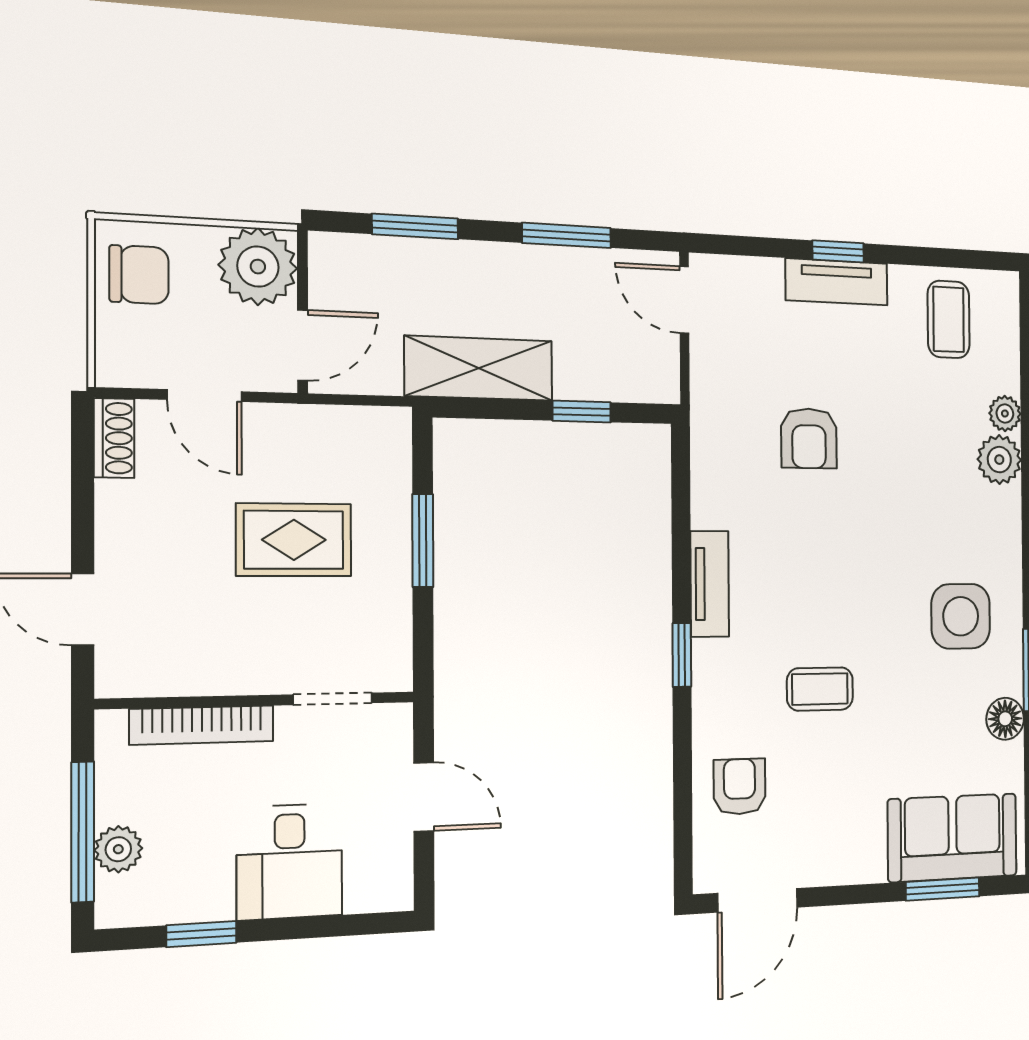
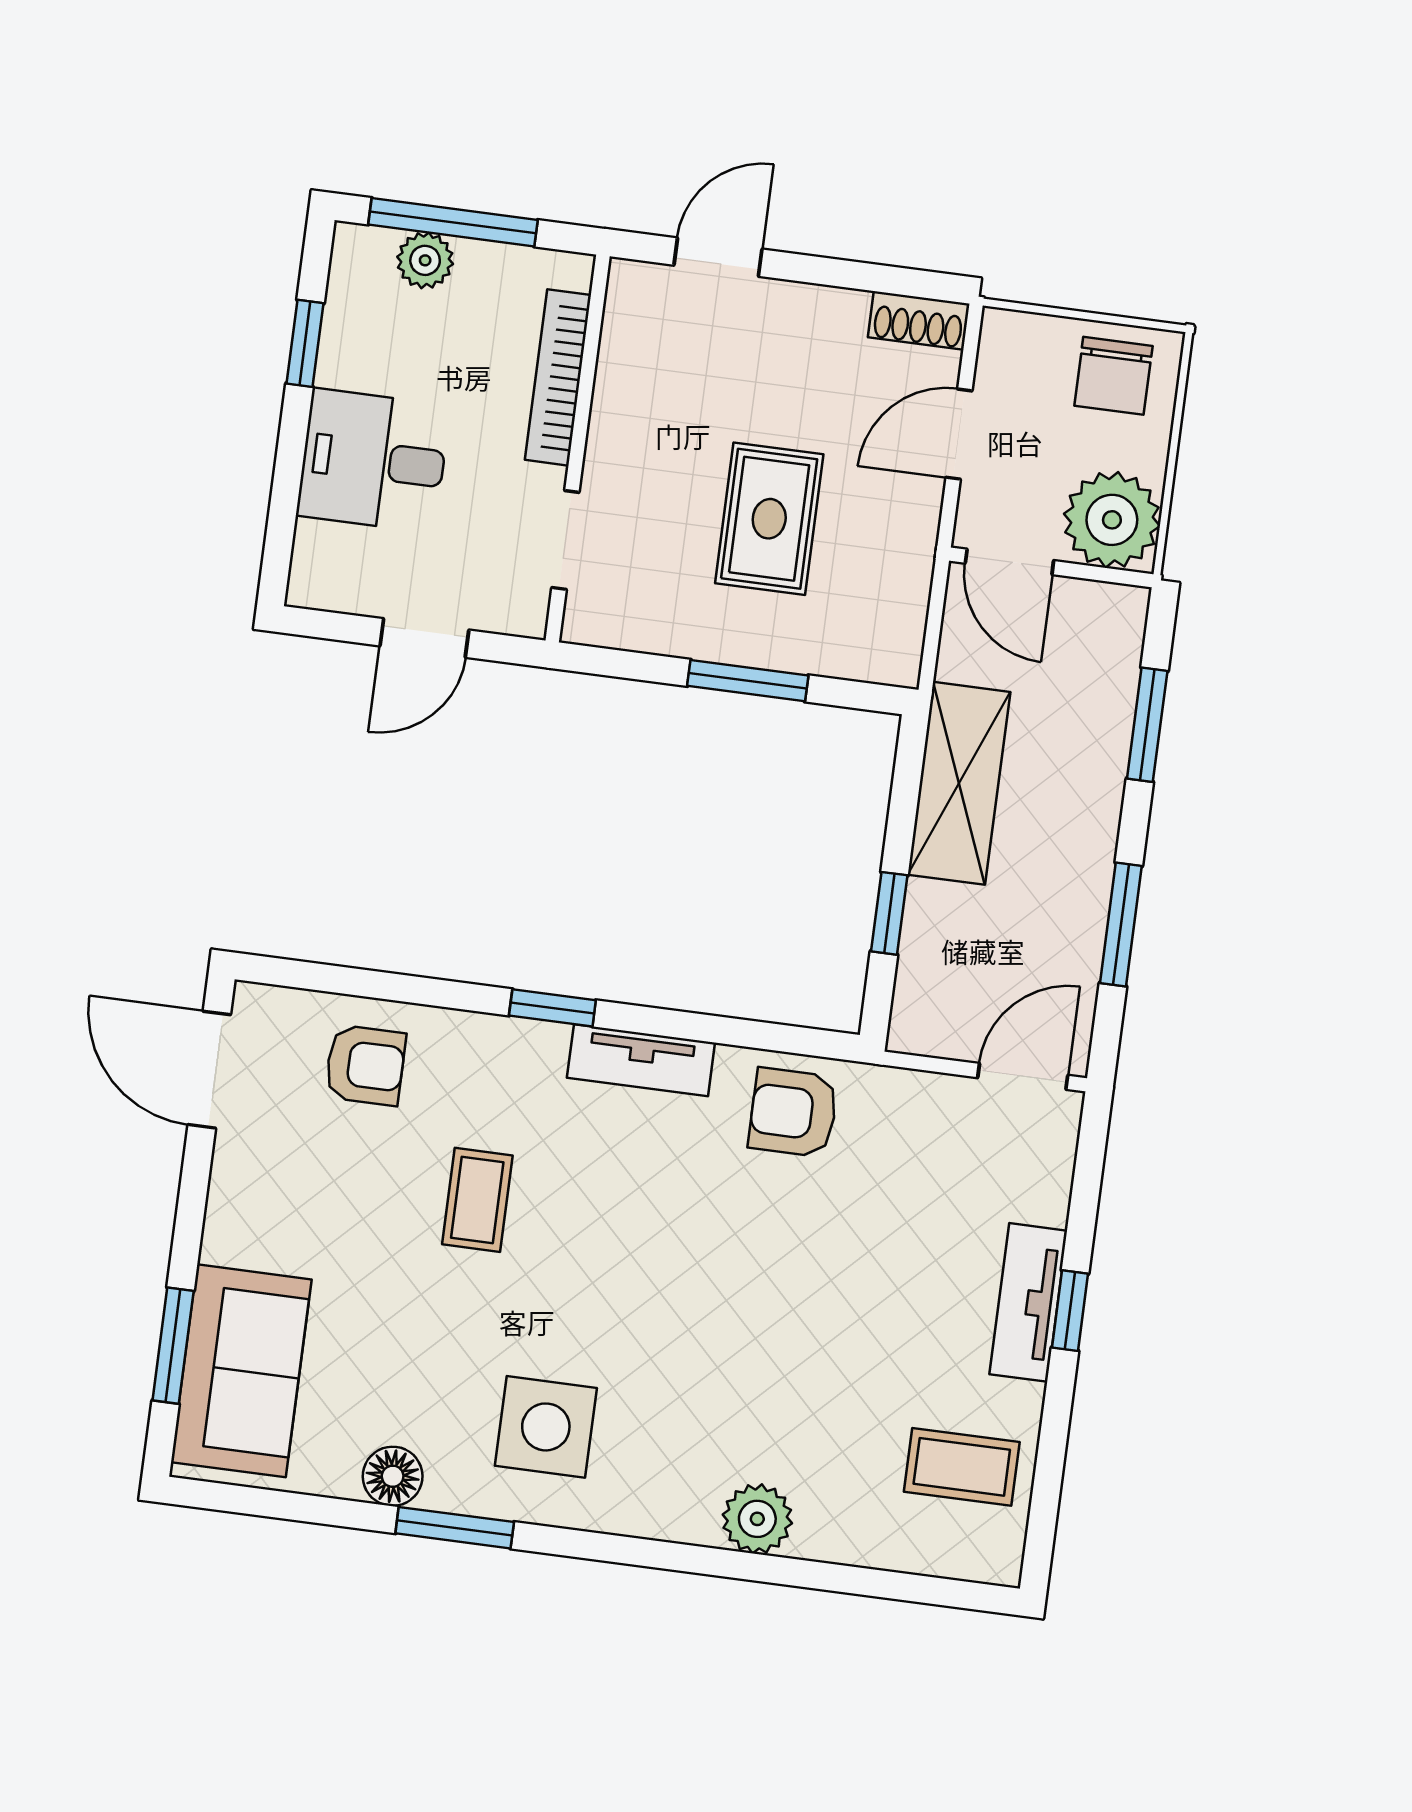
plant: (1005, 413) -> (821, 1537), removed
armchair: (809, 438) -> (793, 1113), moved

